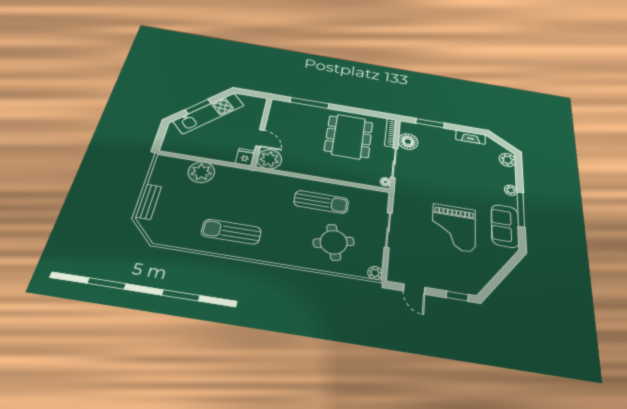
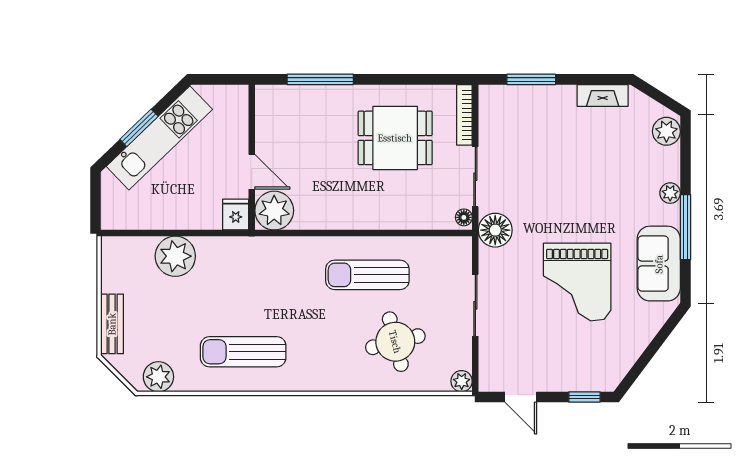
dining table: (349, 136) -> (395, 138), width x0.73
floor lamp: (408, 142) -> (495, 230), moved
sun lounger: (321, 202) -> (367, 275), turned 180
plant: (170, 237) -> (158, 377), added

